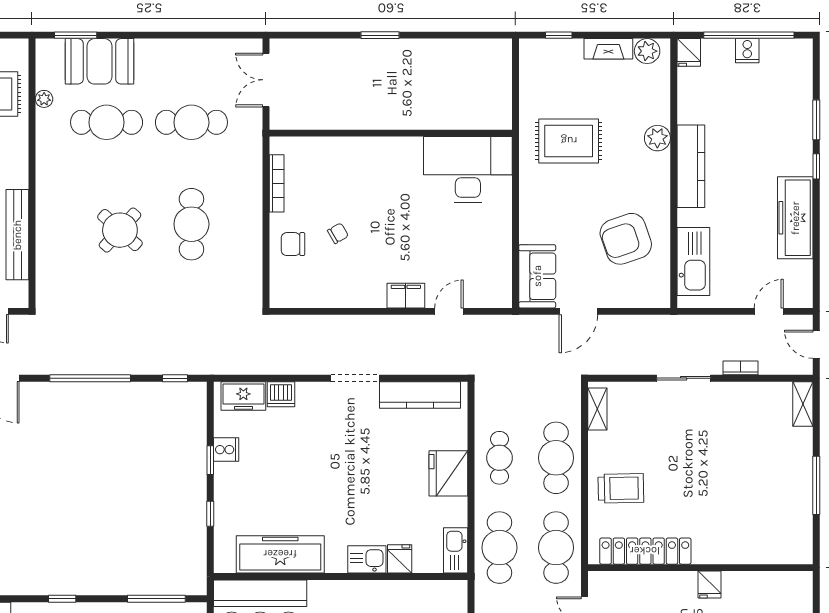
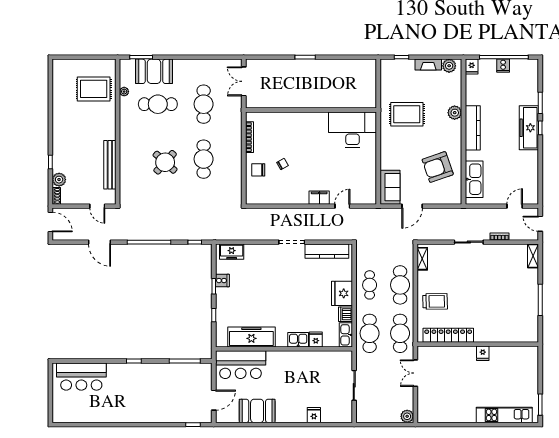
cafe table: (191, 122) -> (204, 104), turned 90
freezer: (795, 218) -> (529, 128), moved
dishwasher: (281, 394) -> (346, 314), moved, turned 90

